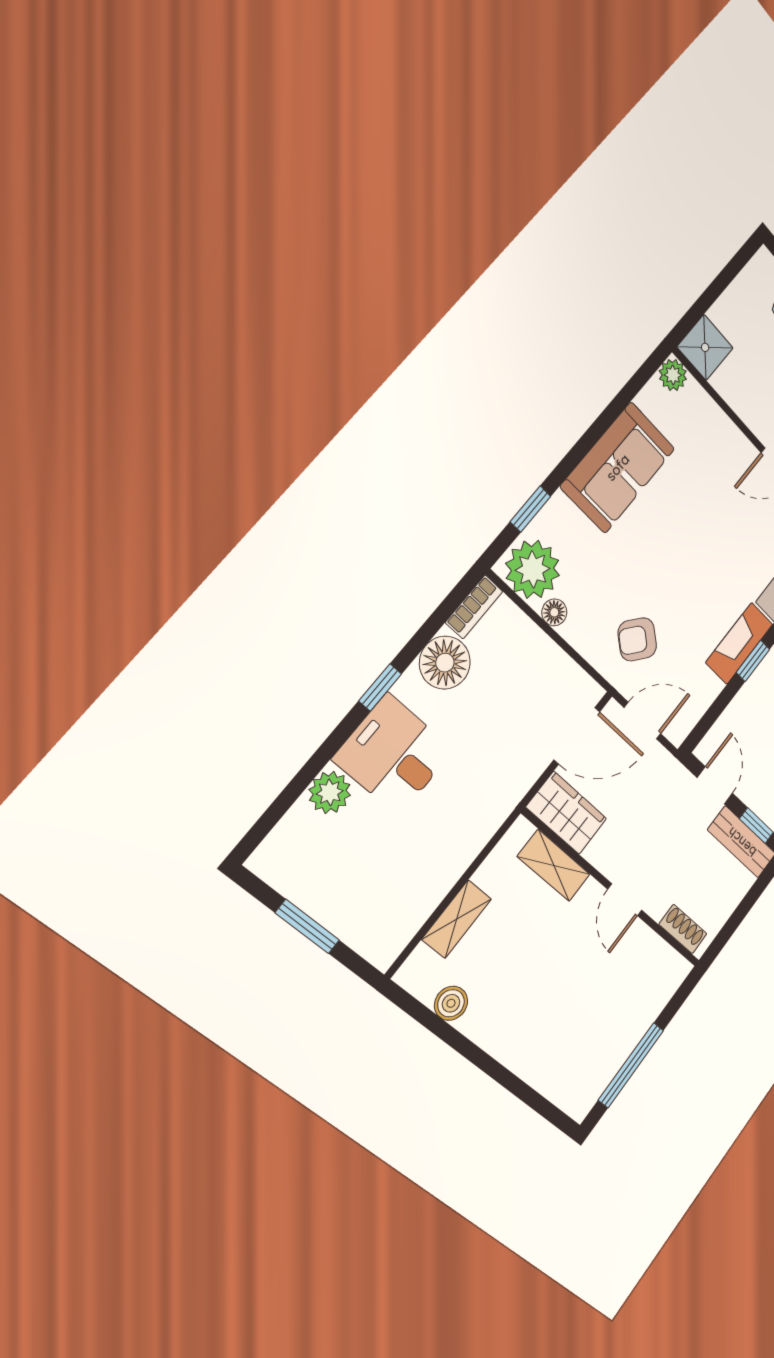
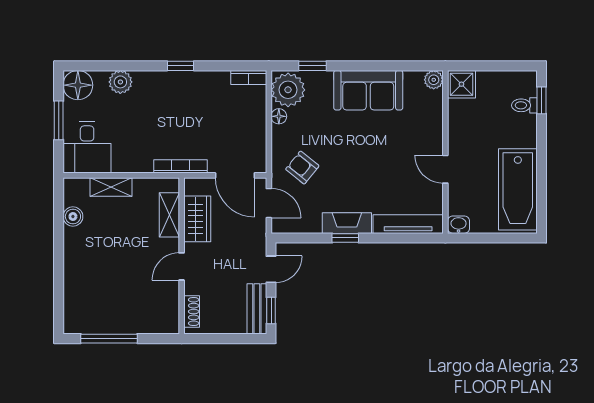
floor lamp: (445, 663) -> (78, 85), moved
desk: (394, 755) -> (87, 147), moved, turned 180
bookcase: (508, 800) -> (181, 166), added
wardrobe: (567, 813) -> (197, 219), moved

